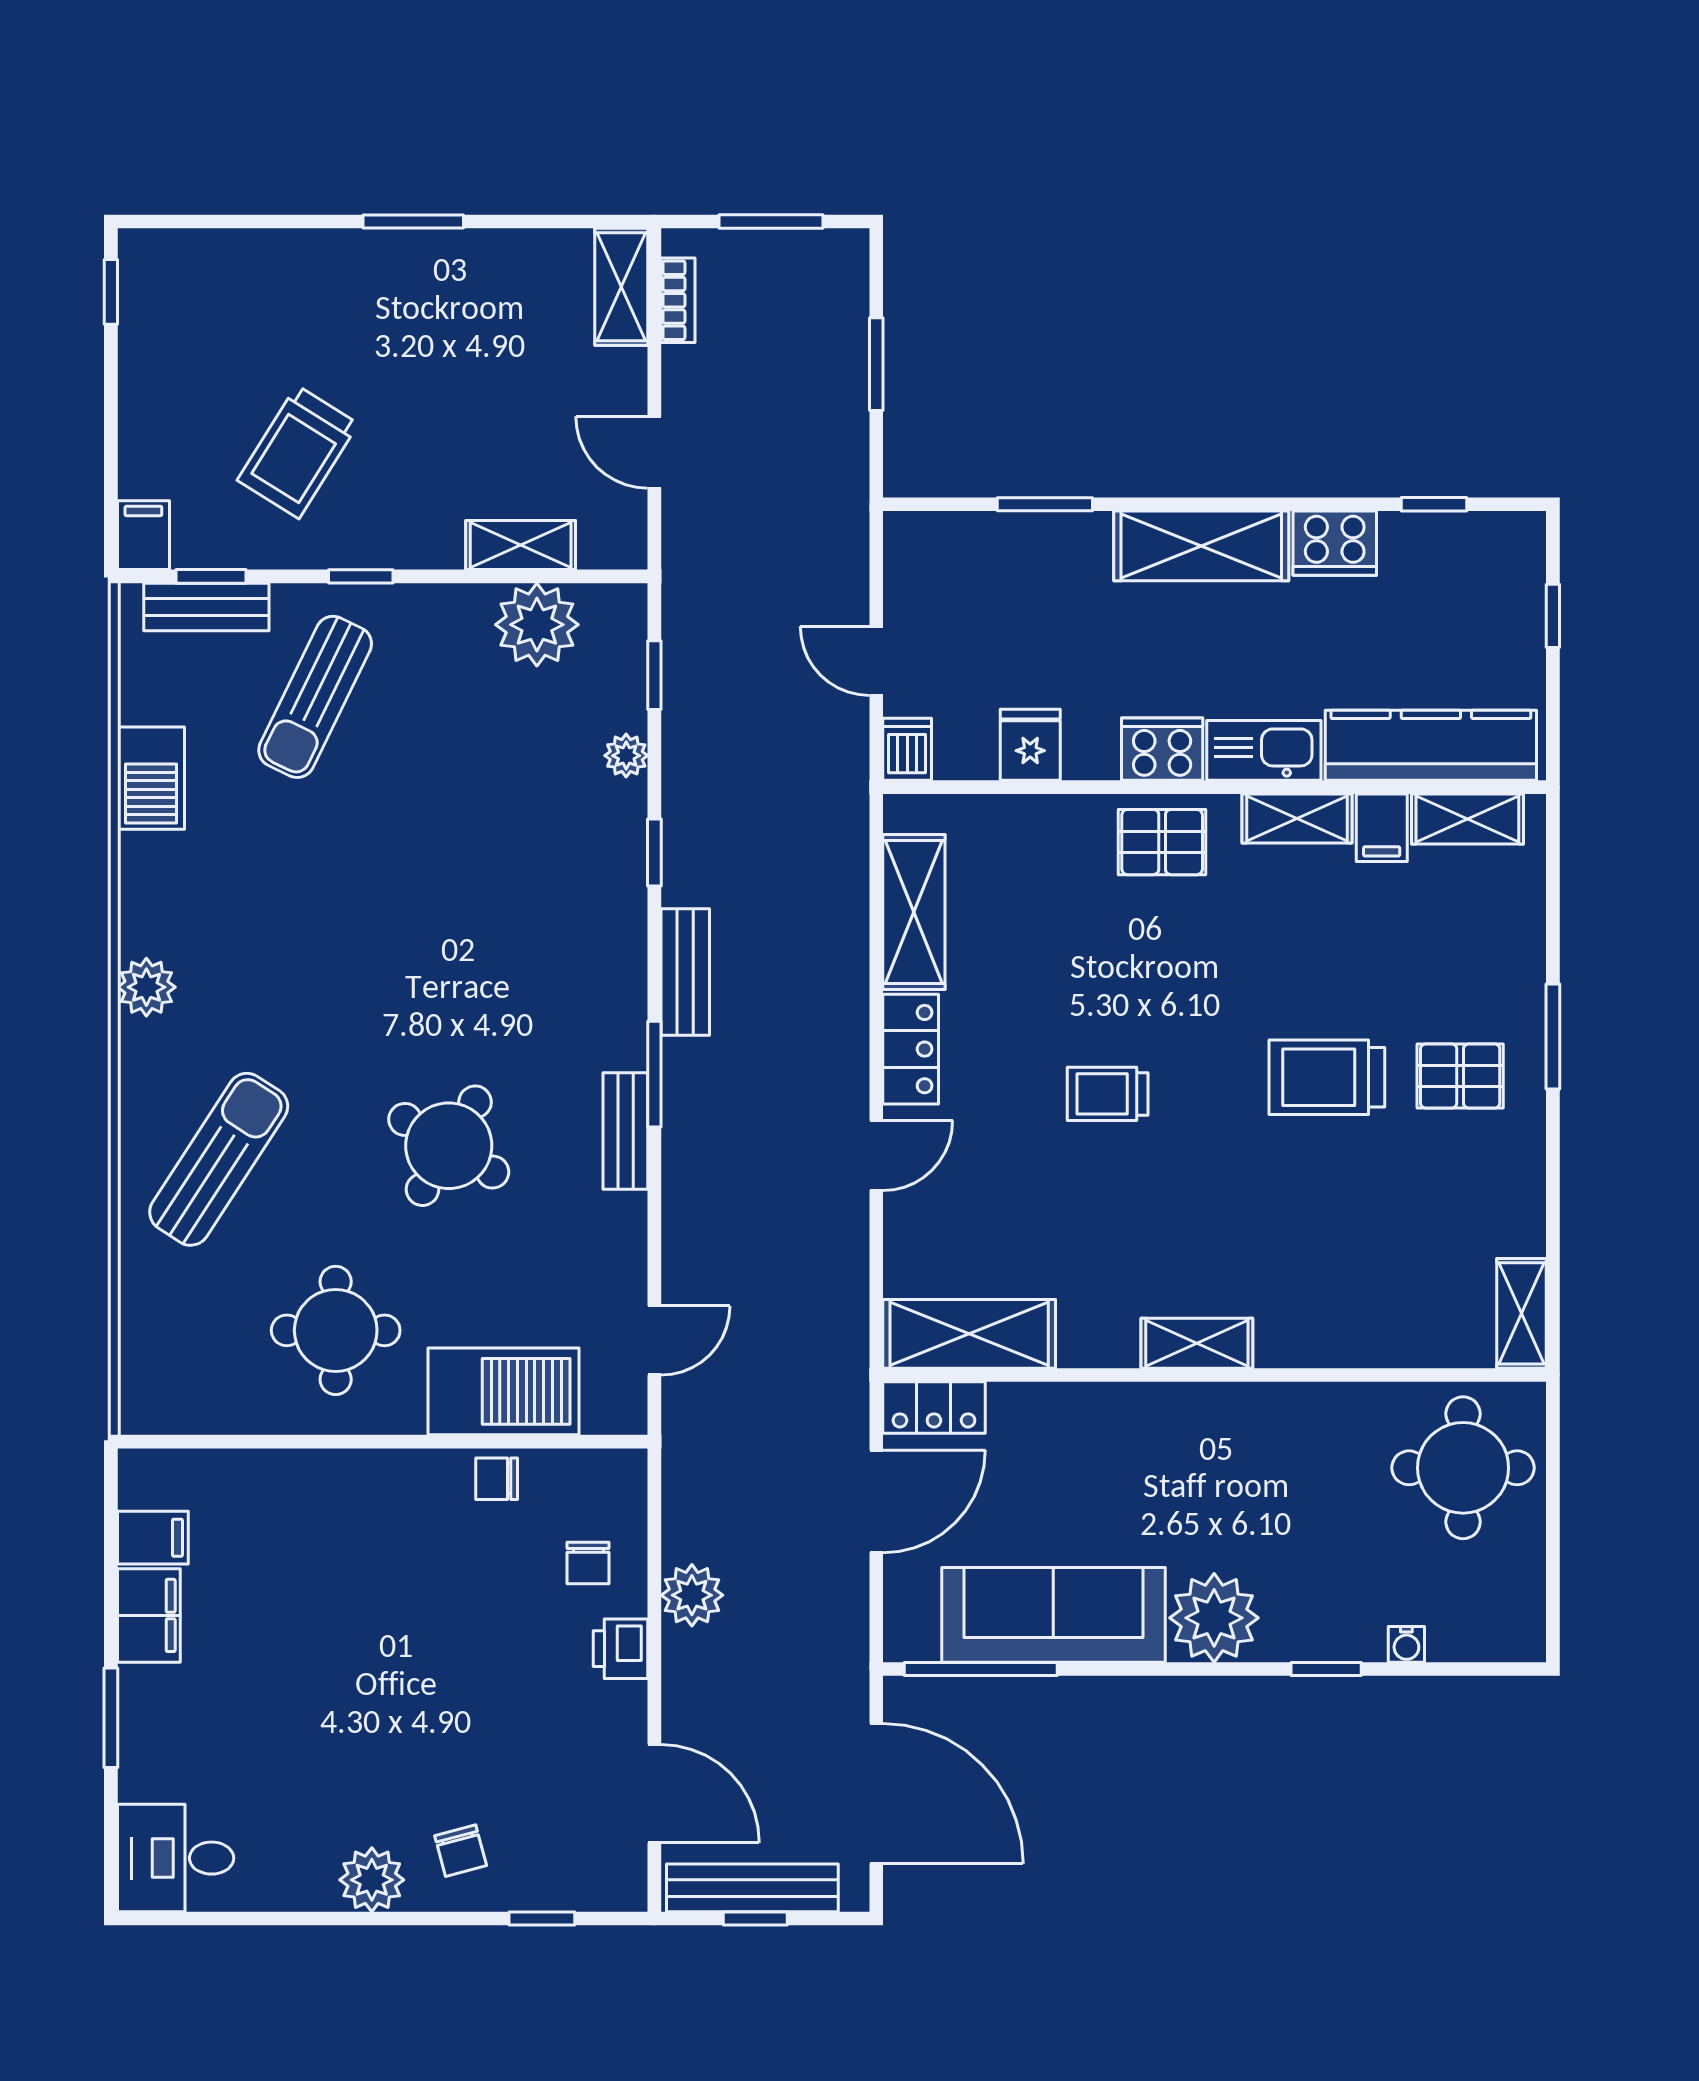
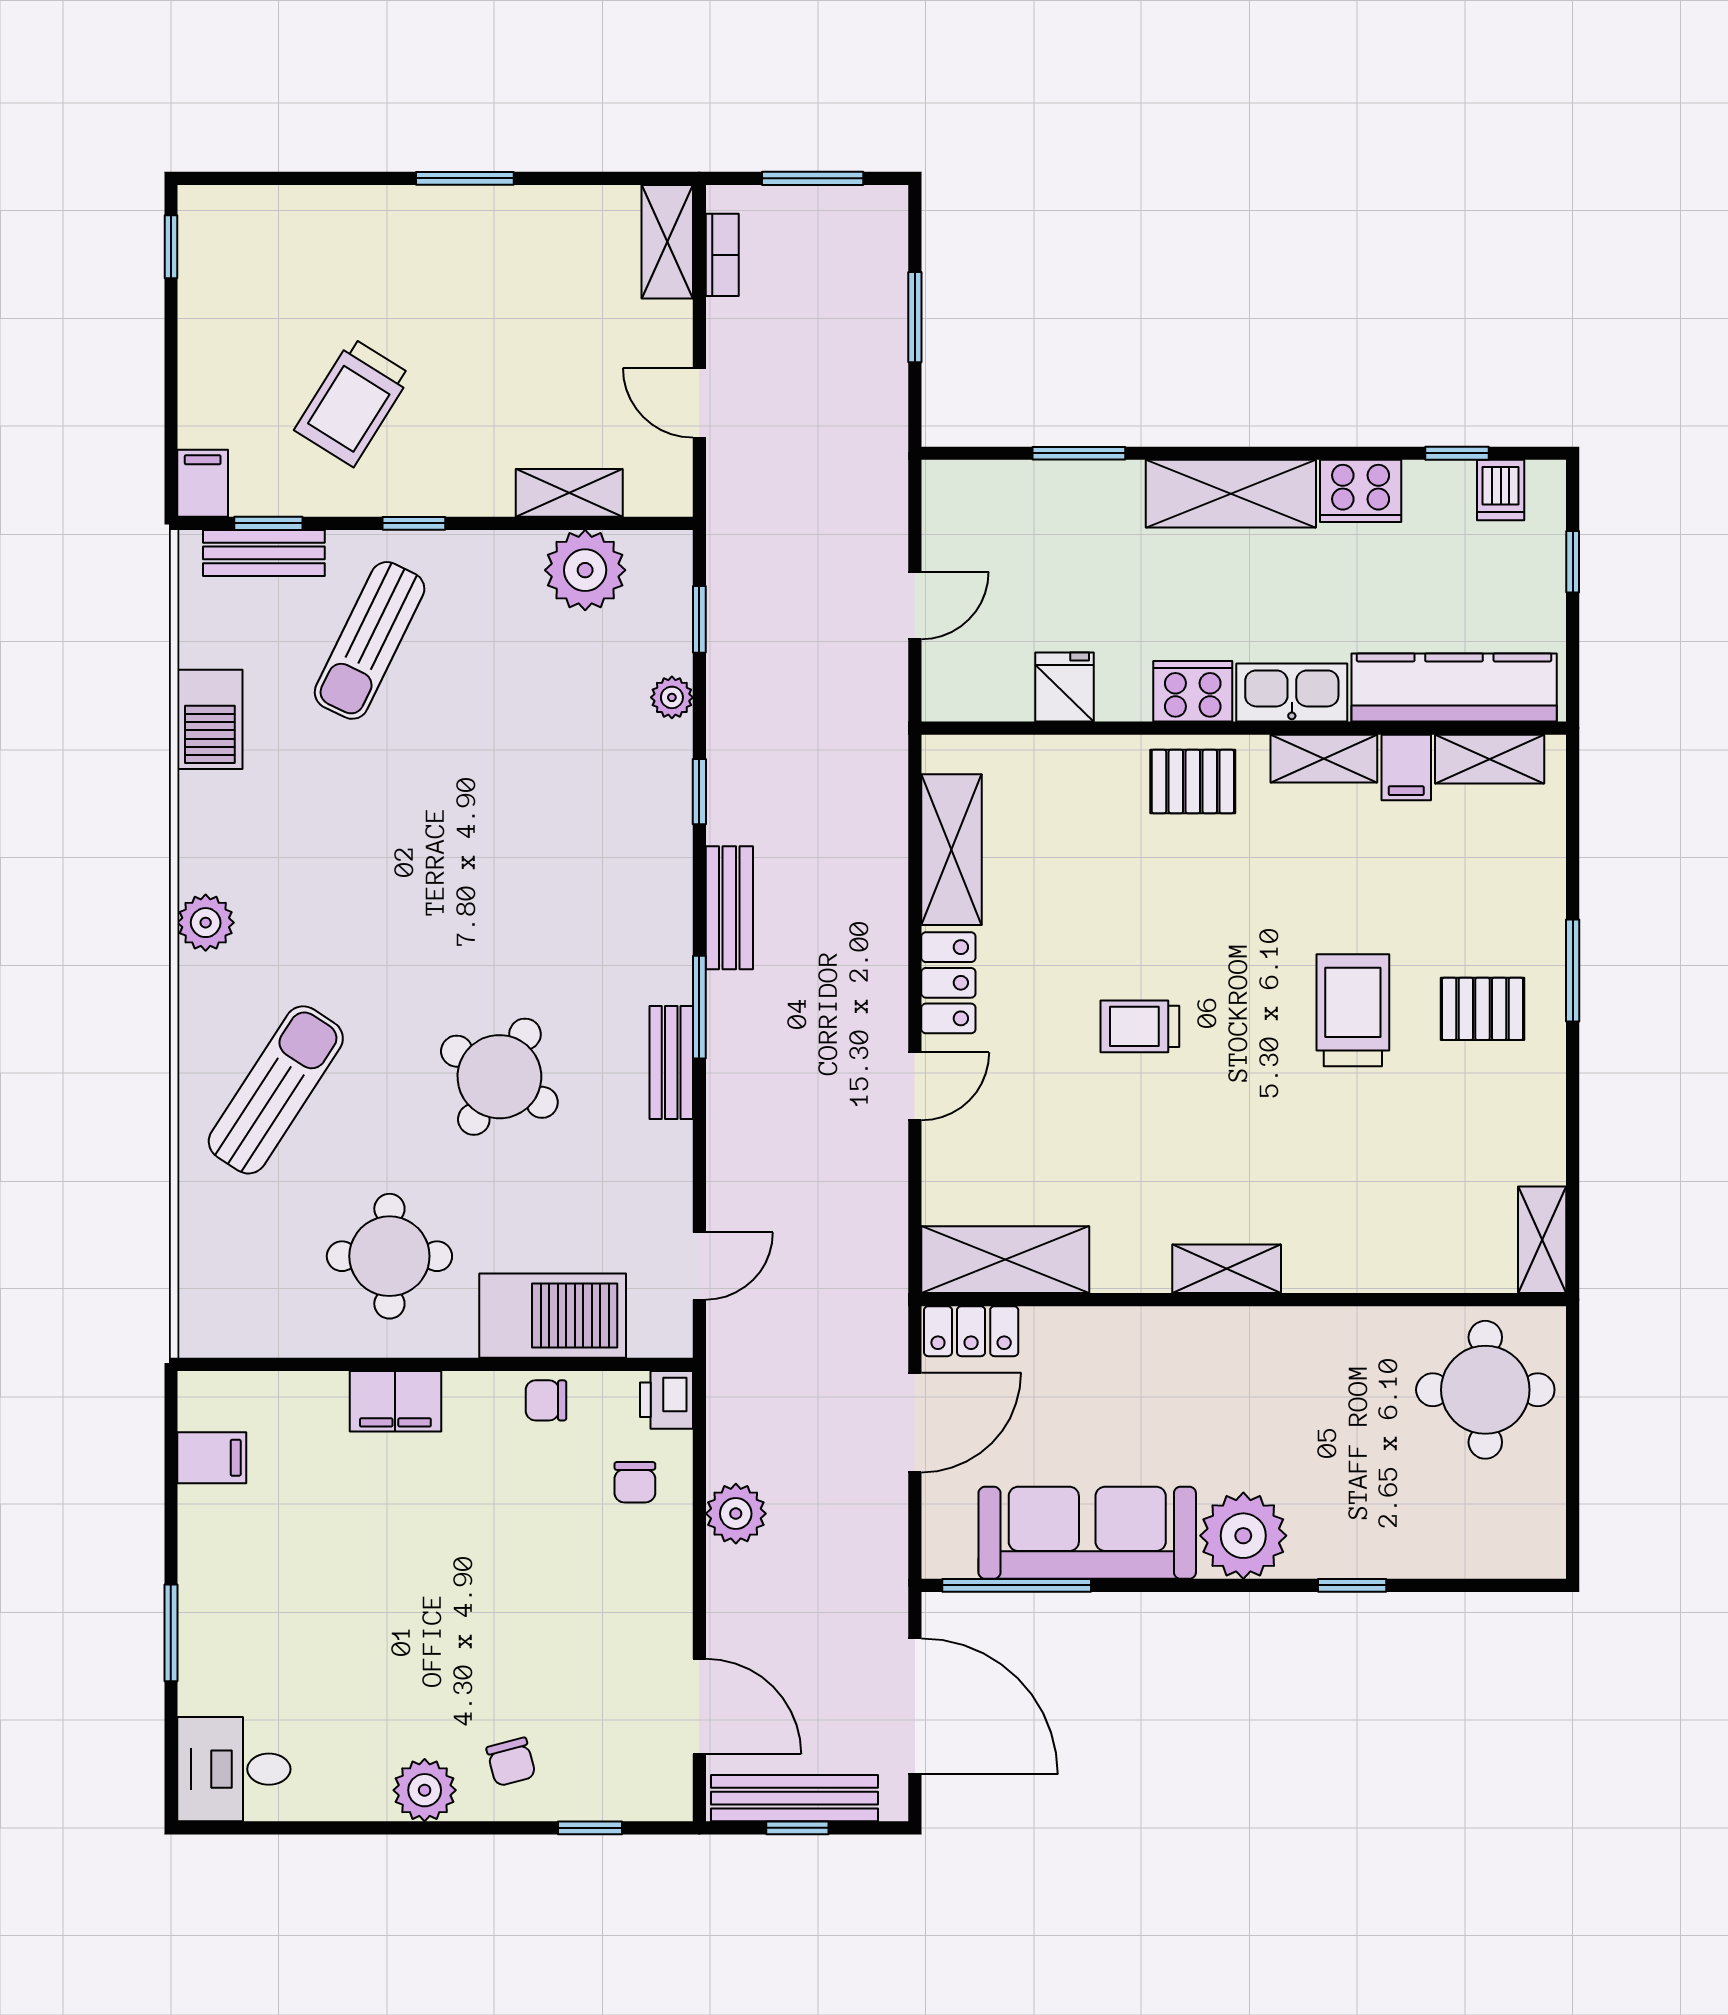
door: (876, 661) -> (915, 606), swing flipped
dishwasher: (907, 749) -> (1501, 490), moved, turned 180
trolley: (1327, 1077) -> (1353, 1010), turned 90
filing cabinet: (149, 1615) -> (395, 1401), moved, turned 90
water cooler: (1406, 1644) -> (1430, 1561), removed
printer: (621, 1649) -> (666, 1400), moved

